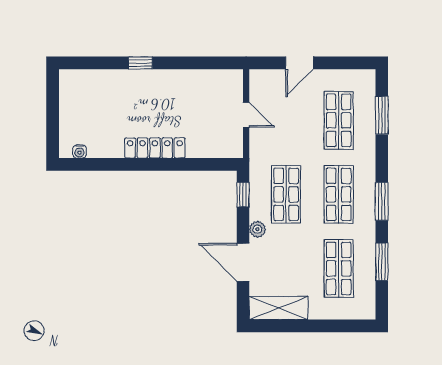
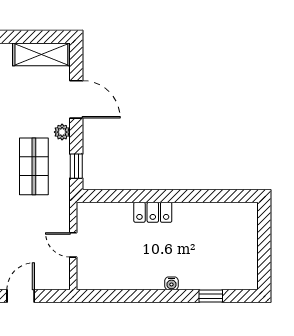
window: (140, 63) -> (211, 296), moved
locker: (155, 148) -> (153, 212), width x0.66
water cooler: (79, 152) -> (171, 283), moved, turned 180

